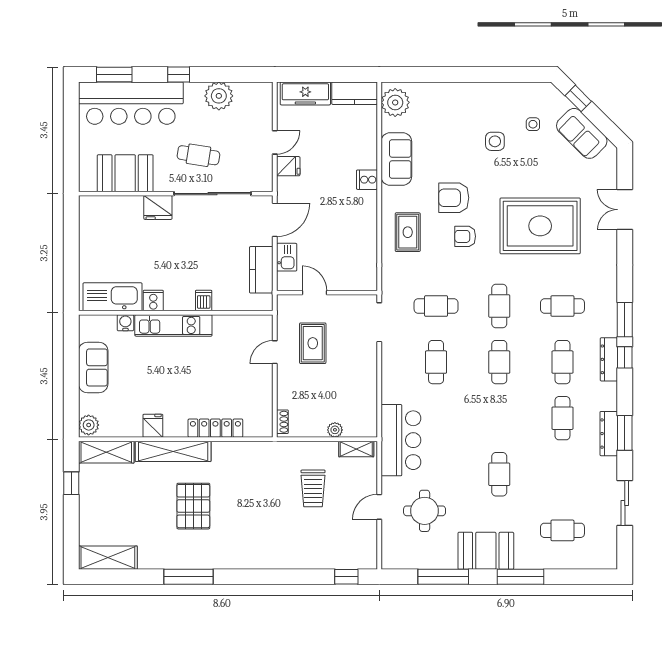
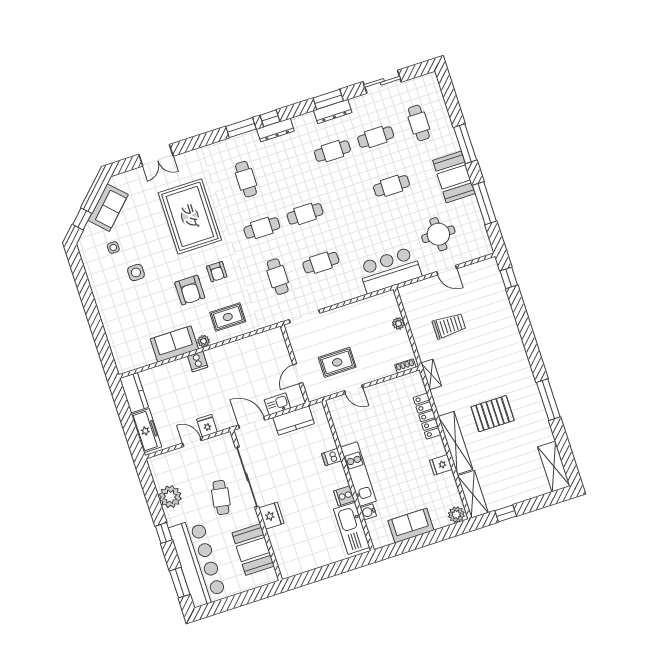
plant: (395, 102) -> (204, 341), moved, width x0.53, depth x0.53
cafe table: (562, 362) -> (376, 137), moved
shelving: (356, 449) -> (431, 374), moved

